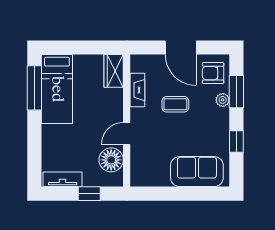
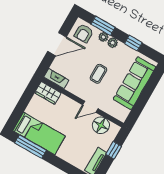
fireplace: (137, 90) -> (56, 79), moved
coffee table: (175, 104) -> (98, 74), moved
plant: (222, 116) -> (113, 43), added
door: (127, 134) -> (90, 107), hinge flipped
sofa: (197, 172) -> (134, 83), width x1.36

